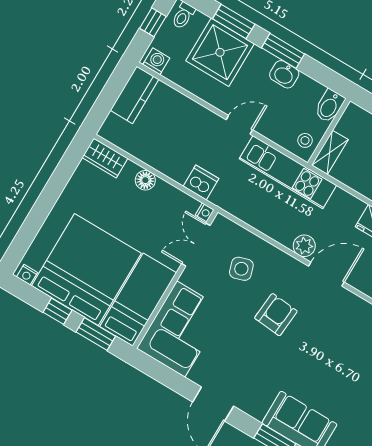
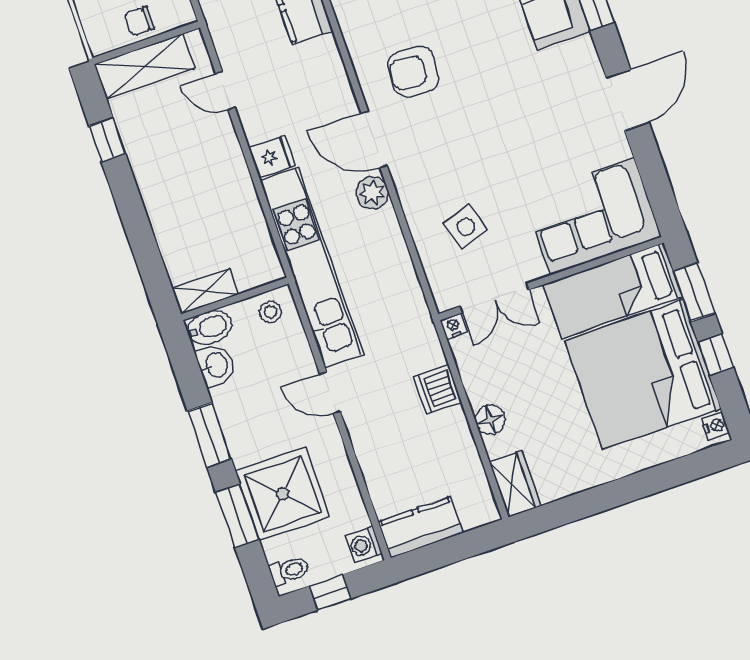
washbasin: (284, 74) -> (216, 365), moved
shelving: (330, 152) -> (205, 291), moved
kitchen unit: (288, 172) -> (311, 267), width x1.36
dishwasher: (201, 182) -> (438, 389), moved
armchair: (276, 315) -> (413, 71), moved

